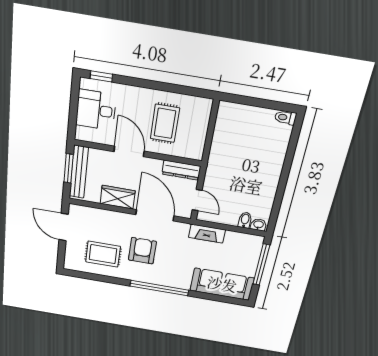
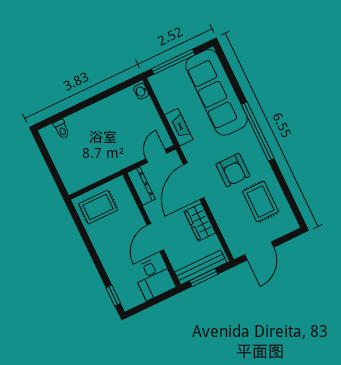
desk: (96, 110) -> (154, 278), moved
toilet: (285, 118) -> (61, 129), moved
rug: (165, 123) -> (98, 207), moved
bidet: (245, 220) -> (145, 105), removed
armchair: (142, 251) -> (233, 170), turned -90
sofa: (222, 284) -> (216, 92), width x1.36, depth x1.27

